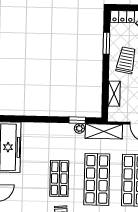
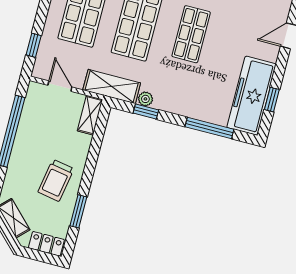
shelving: (114, 94) -> (90, 115), moved
window: (32, 119) -> (209, 128), added

